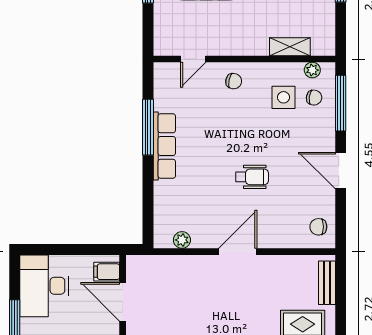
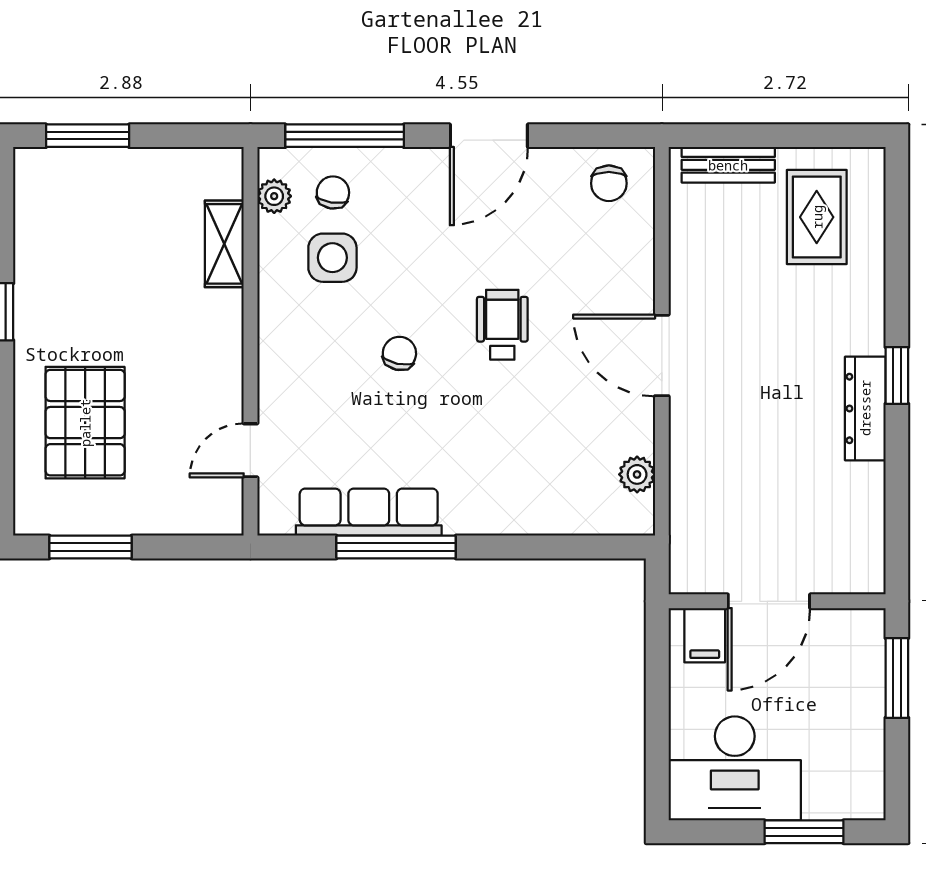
door: (193, 59) -> (250, 450), swing flipped
chair: (234, 81) -> (399, 353), moved
row of seats: (164, 146) -> (369, 512), moved

